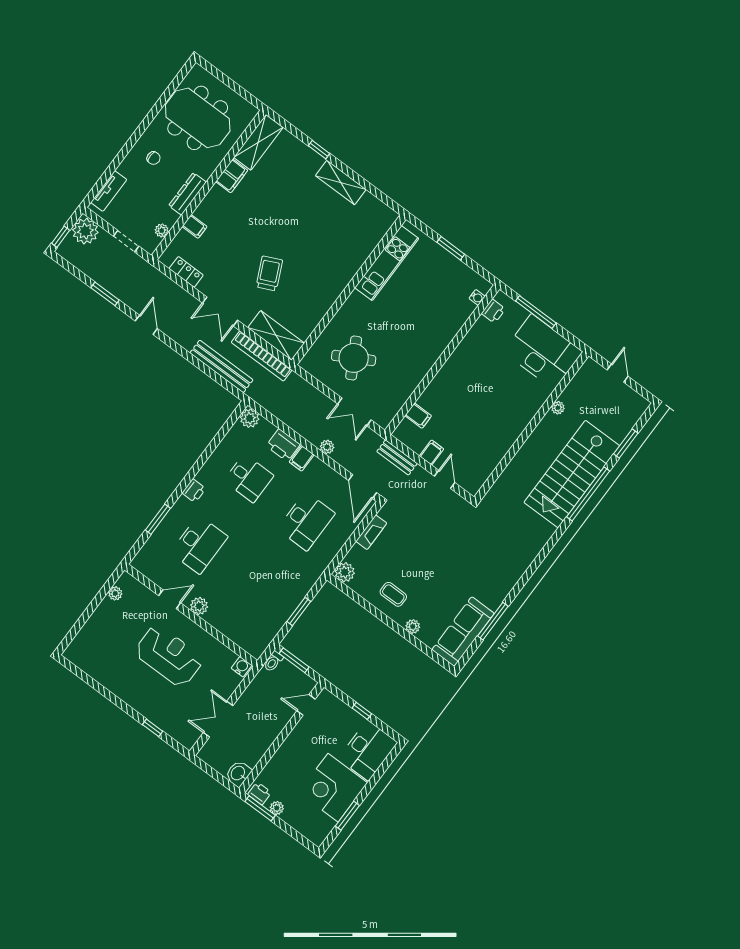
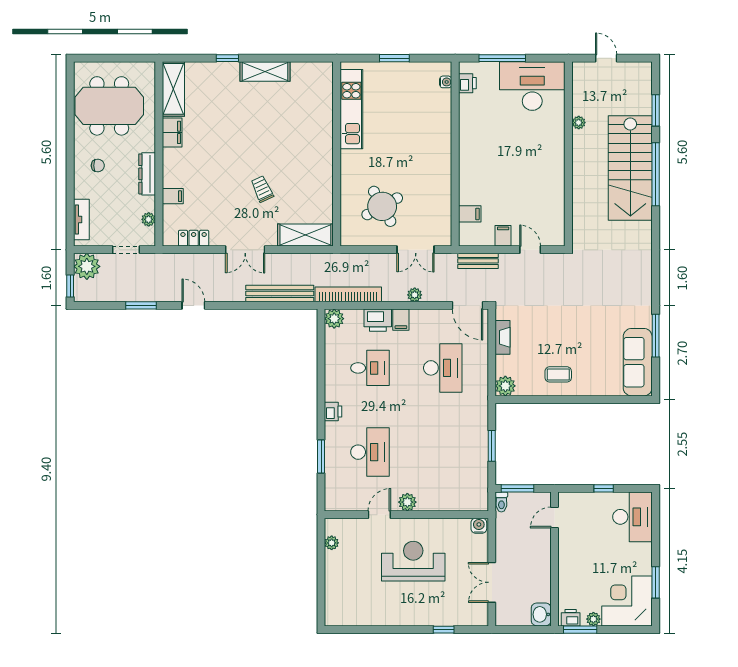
trolley: (269, 273) -> (262, 189), width x0.73, depth x0.72
bookcase: (262, 356) -> (348, 294), moved, turned 180
plant: (413, 626) -> (594, 389), removed
corner desk: (333, 788) -> (627, 601), moved, turned 90

